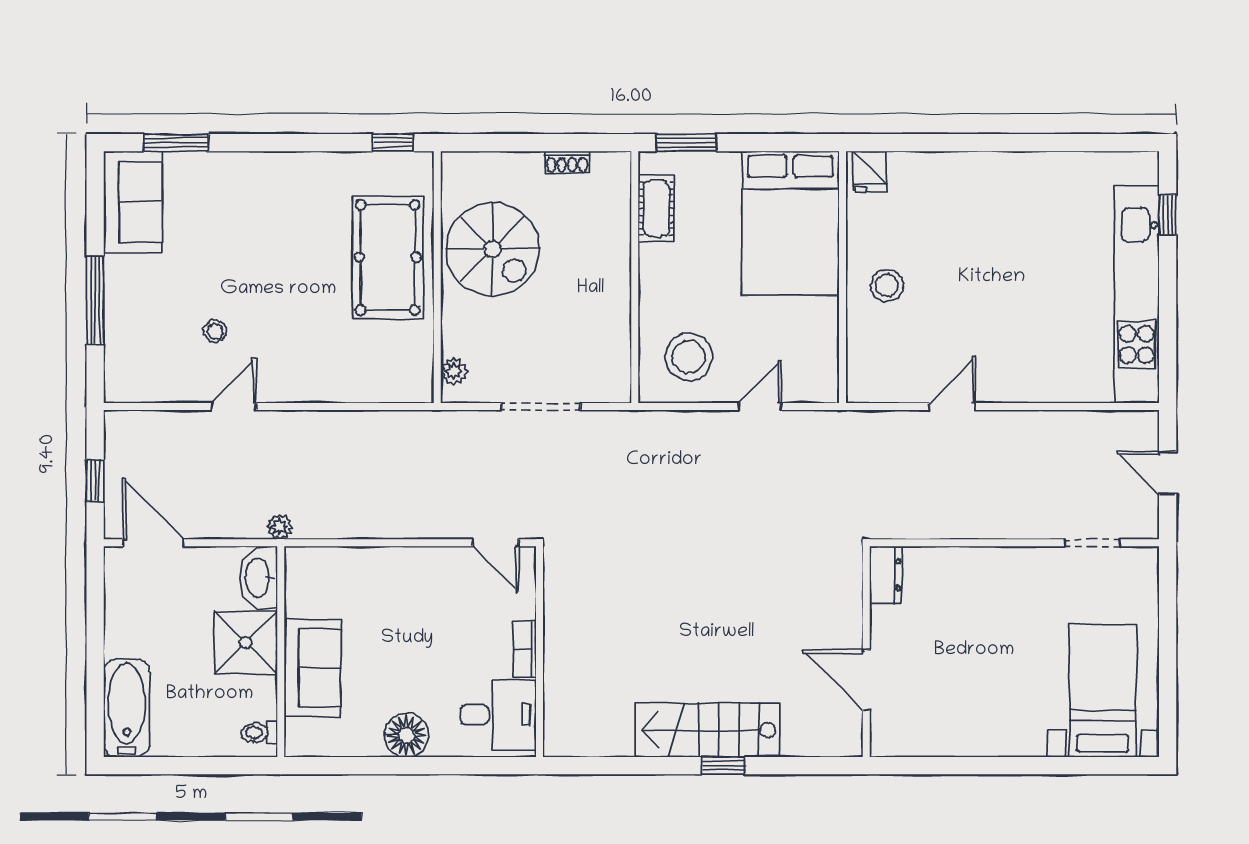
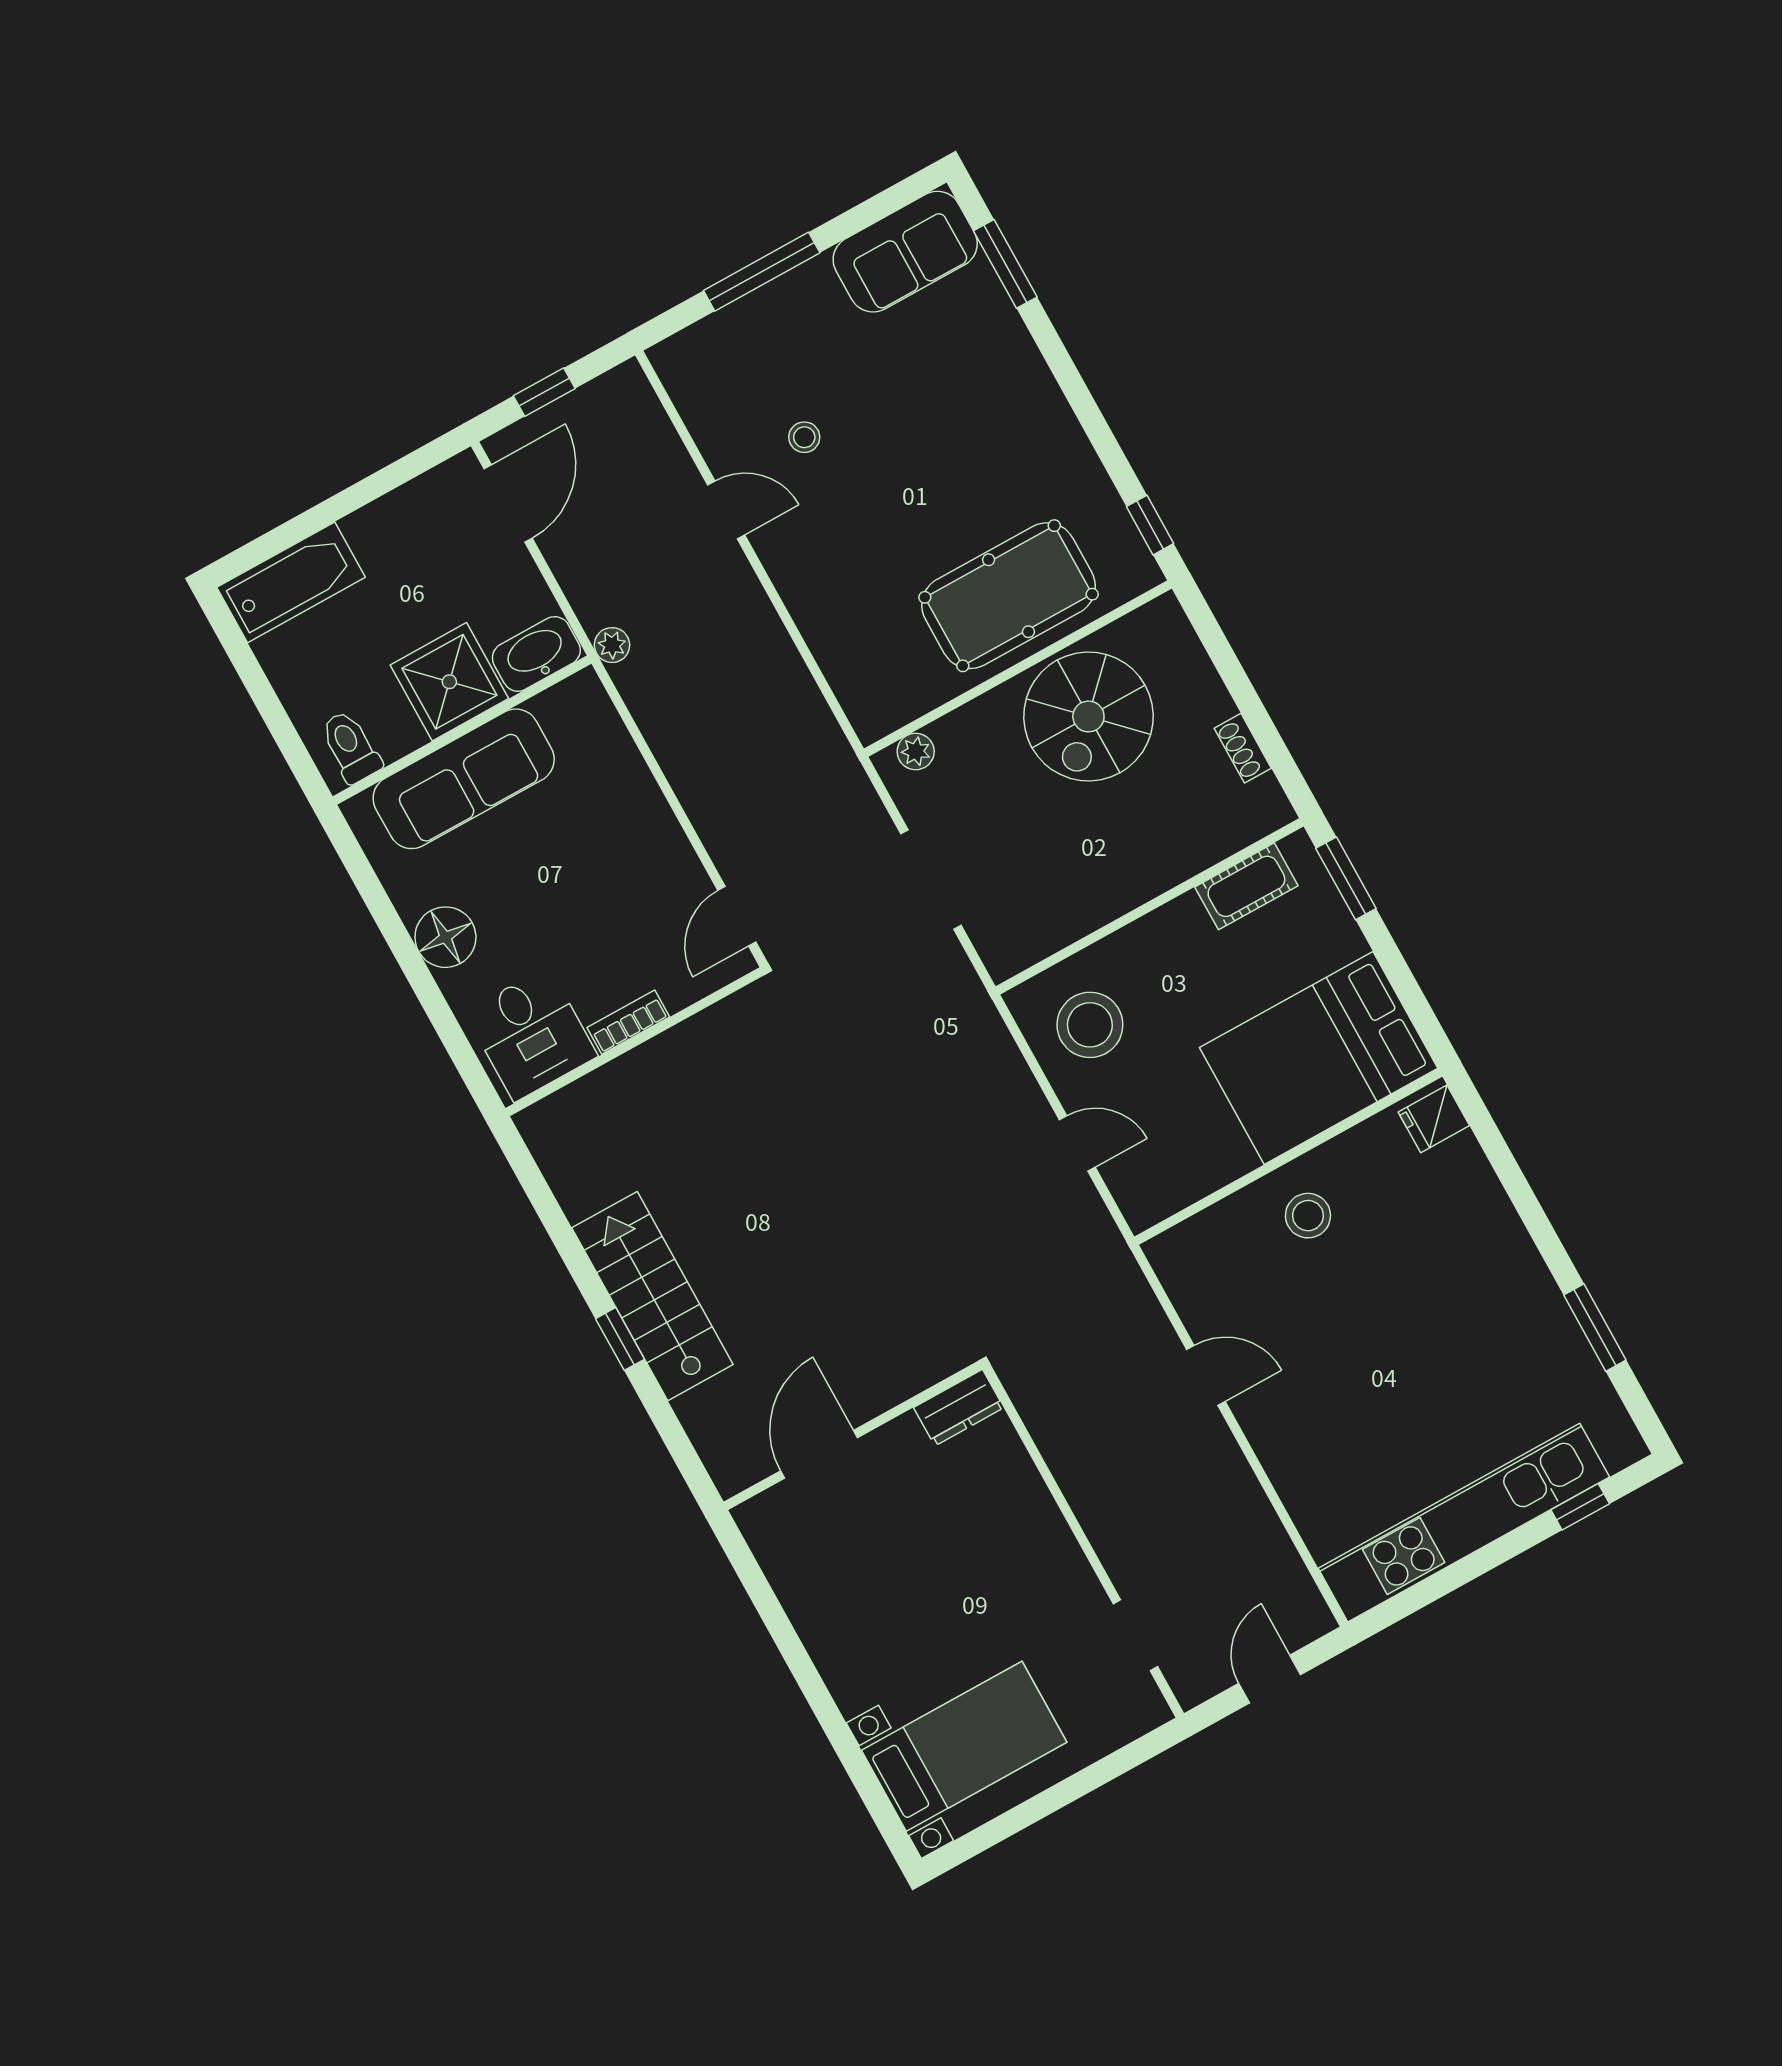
window: (1059, 143) -> (1595, 1328), added
sofa: (312, 668) -> (464, 779), width x1.36
toilet: (259, 733) -> (351, 747), width x1.37, depth x1.39

